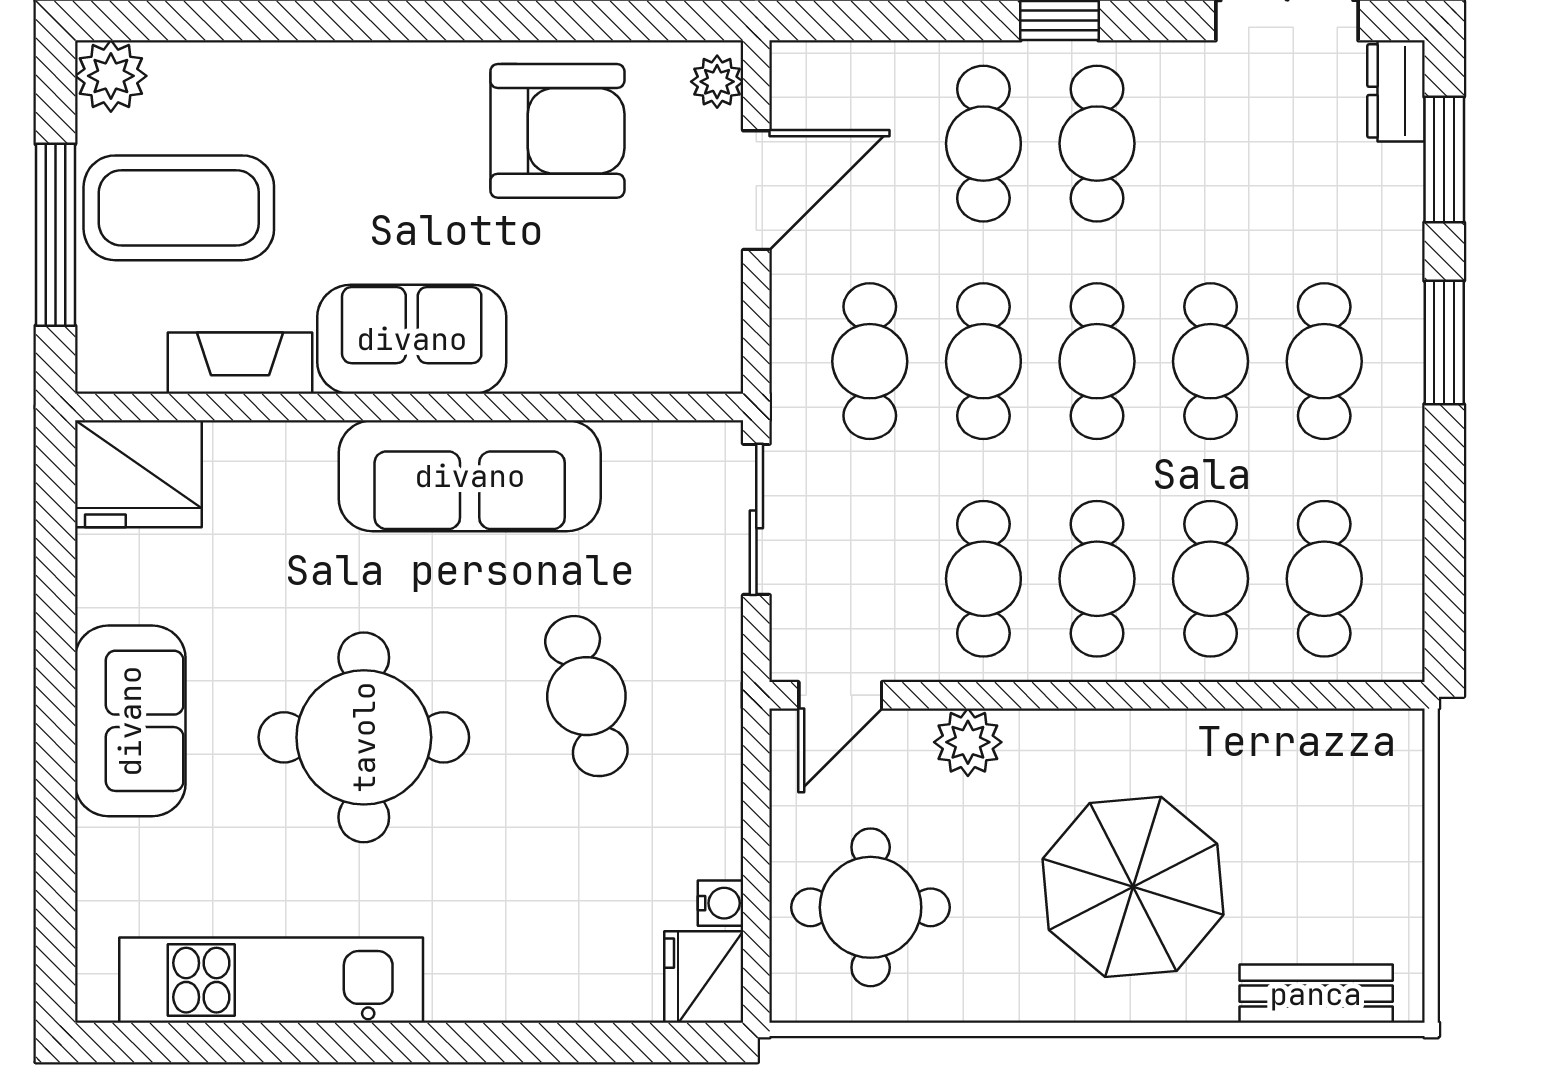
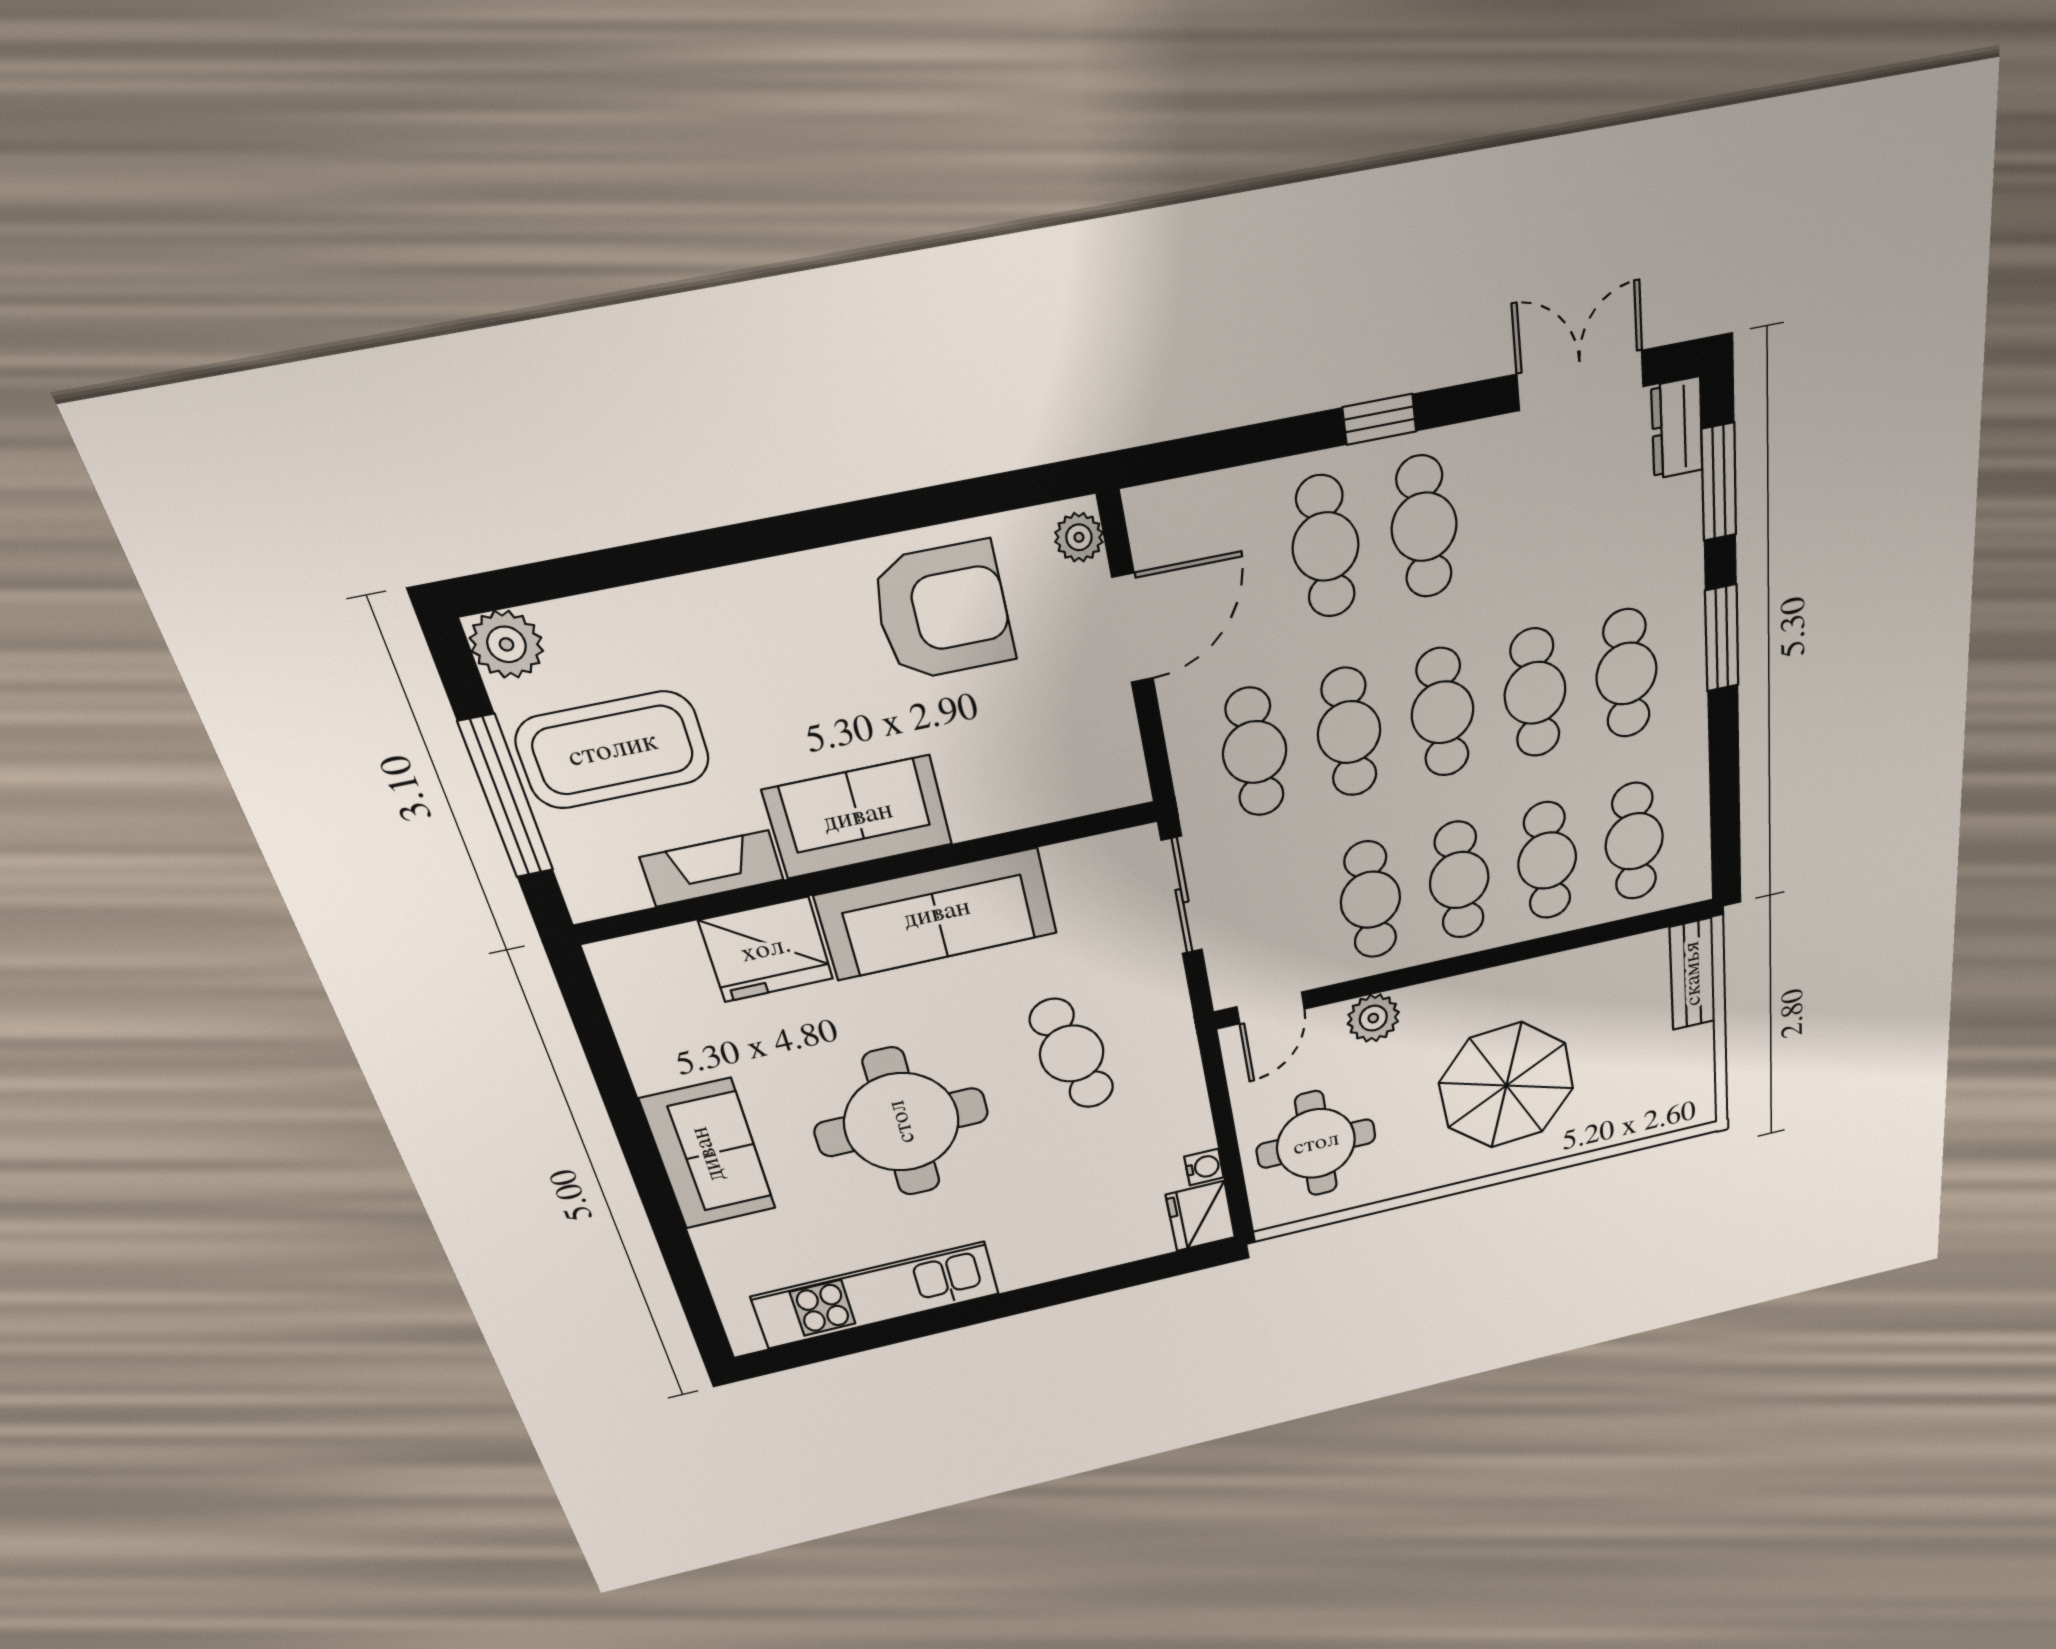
fridge: (138, 474) -> (766, 950), moved
bench: (1316, 994) -> (1693, 974), moved, turned 90

